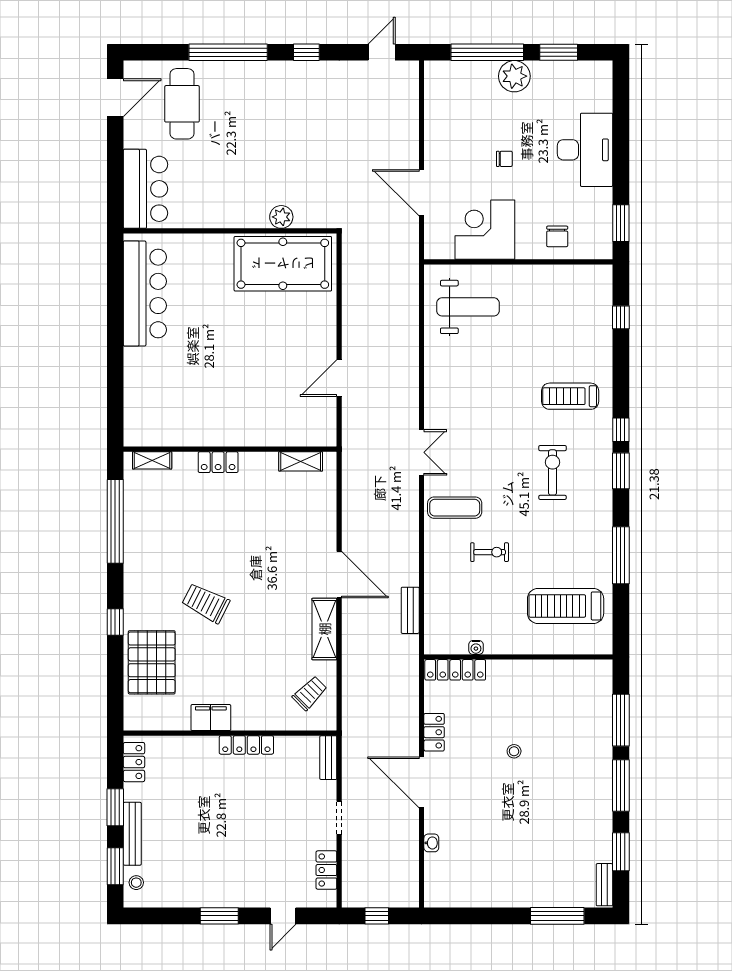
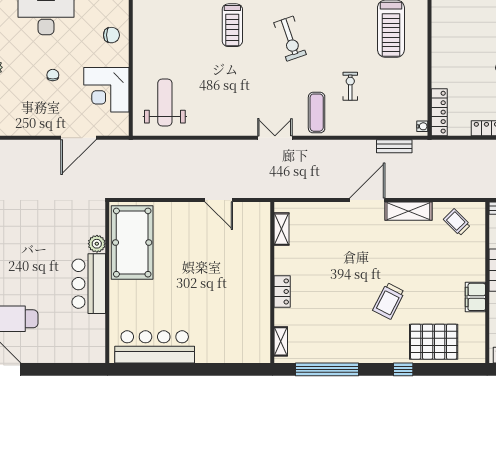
bar counter: (145, 189) -> (89, 284), moved, turned -90
exercise bike: (552, 472) -> (290, 39), turned -109
water cooler: (476, 647) -> (422, 126), moved

